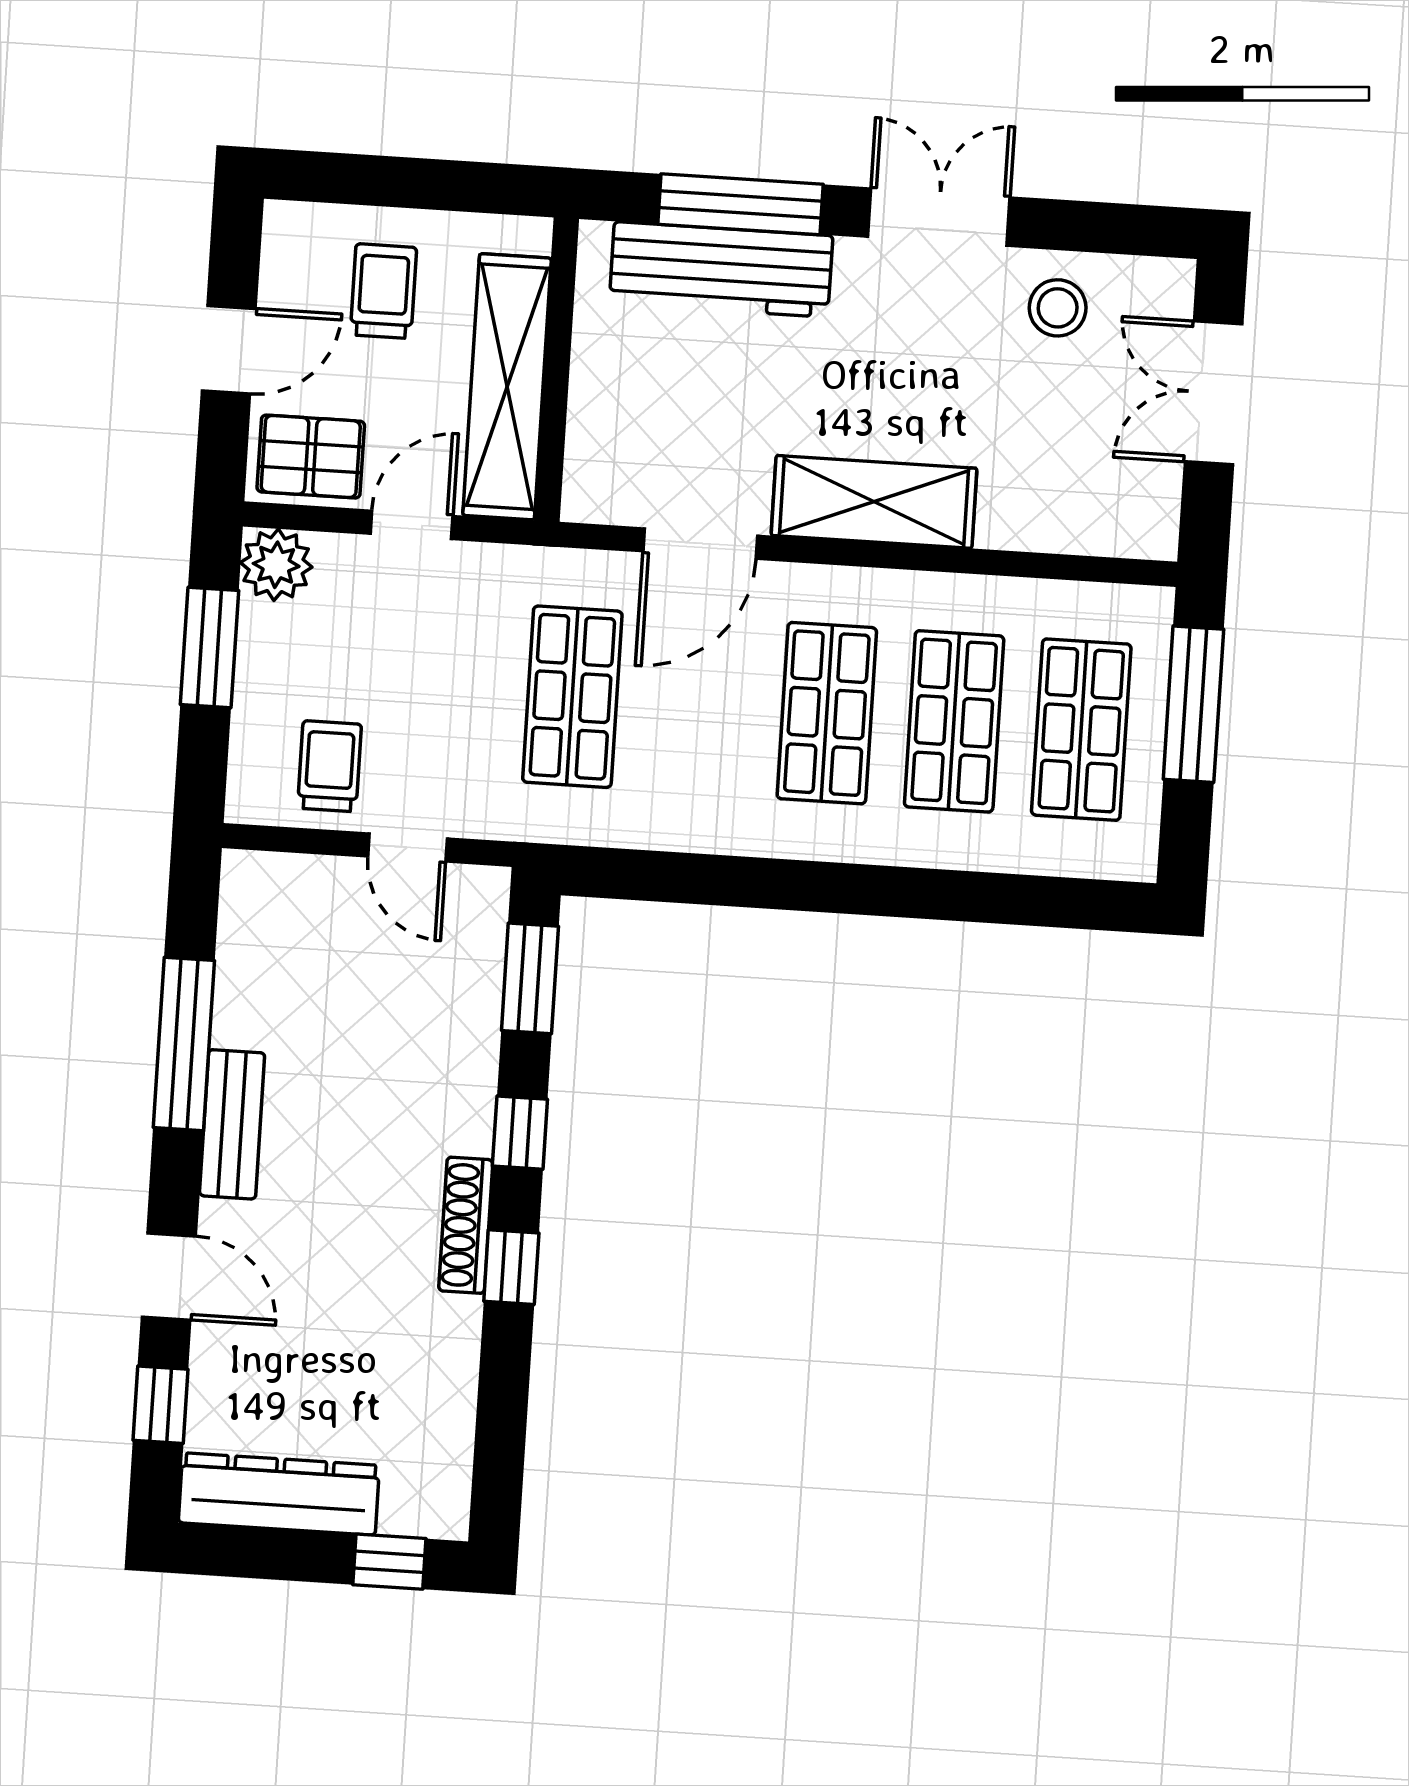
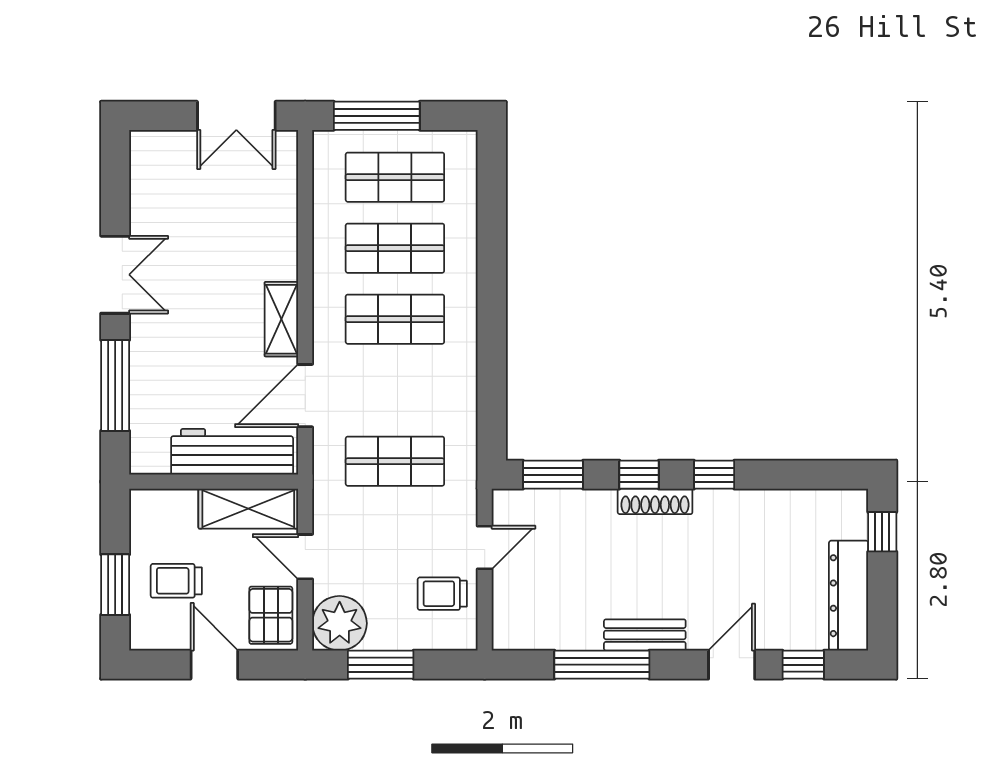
window: (384, 181) -> (115, 585), added
double door: (939, 217) -> (115, 275), swing flipped
workbench: (721, 270) -> (232, 452), moved, turned -90
stool: (1058, 308) -> (161, 205), removed
shelving: (507, 387) -> (248, 509), width x0.68
double door: (1214, 393) -> (236, 116), moved
shelving: (874, 502) -> (281, 319), width x0.67, depth x0.75
door: (700, 544) -> (305, 396), swing flipped
plant: (276, 565) -> (340, 623), width x1.36, depth x1.36
shoe rack: (466, 1225) -> (655, 501), moved

